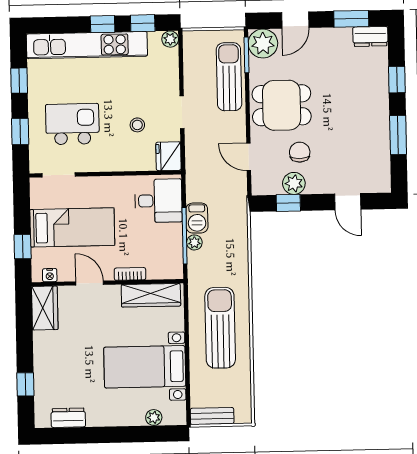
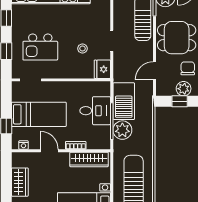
kitchen island: (72, 124) -> (40, 47), turned 180
door: (249, 157) -> (154, 71), hinge flipped
desk: (158, 201) -> (95, 111), moved
barbecue: (197, 218) -> (124, 101), width x1.88, depth x1.53
plant: (194, 242) -> (122, 130), width x1.88, depth x1.88
wardrobe: (45, 308) -> (20, 182), moved

